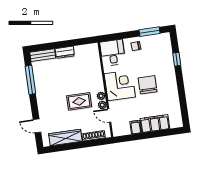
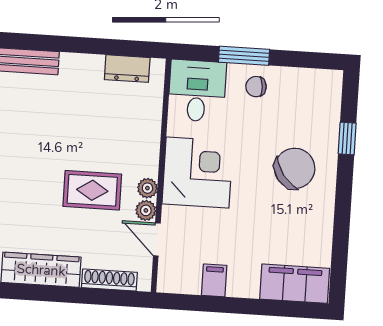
window: (150, 32) -> (244, 56), moved
dresser: (65, 52) -> (127, 69), moved
chair: (148, 85) -> (295, 168), moved, turned 54
filing cabinet: (155, 124) -> (295, 284), moved

